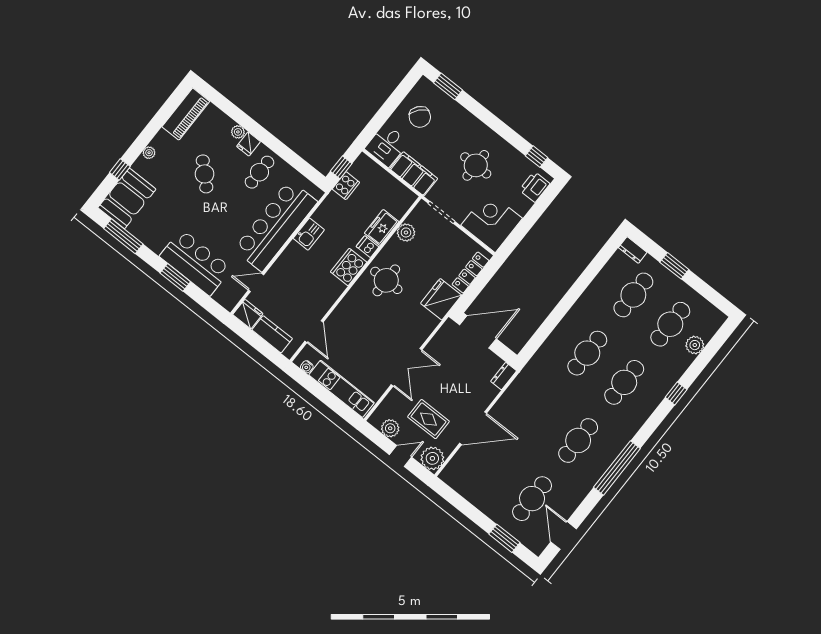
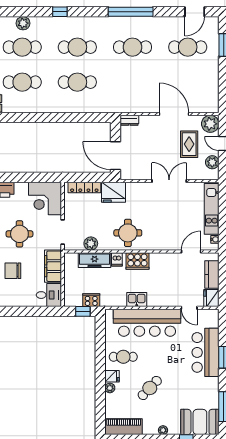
chair: (420, 117) -> (13, 271), moved, turned -131
freezer: (382, 227) -> (95, 260), width x1.40

